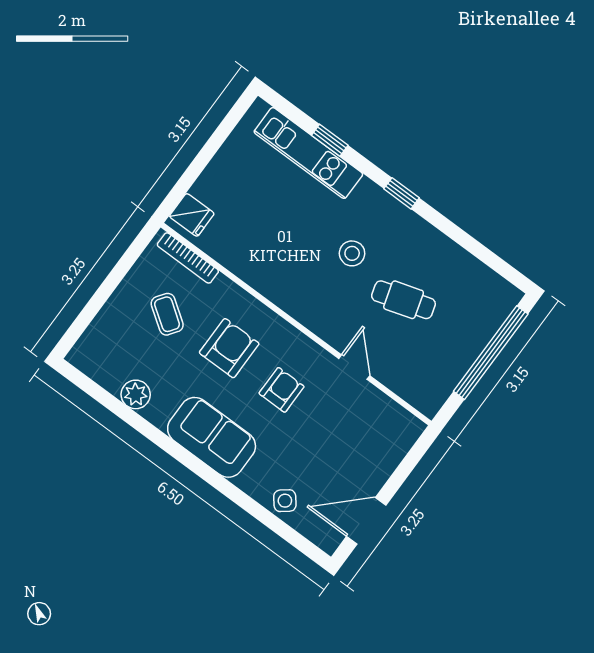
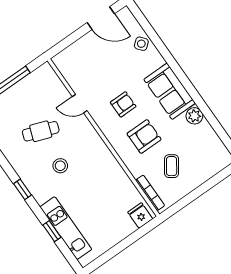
cafe table: (404, 300) -> (41, 131), turned -53
armchair: (229, 348) -> (144, 136), turned 180
door: (354, 367) -> (80, 104), hinge flipped
armchair: (282, 390) -> (123, 104), turned 180
plant: (136, 394) -> (194, 116), moved

